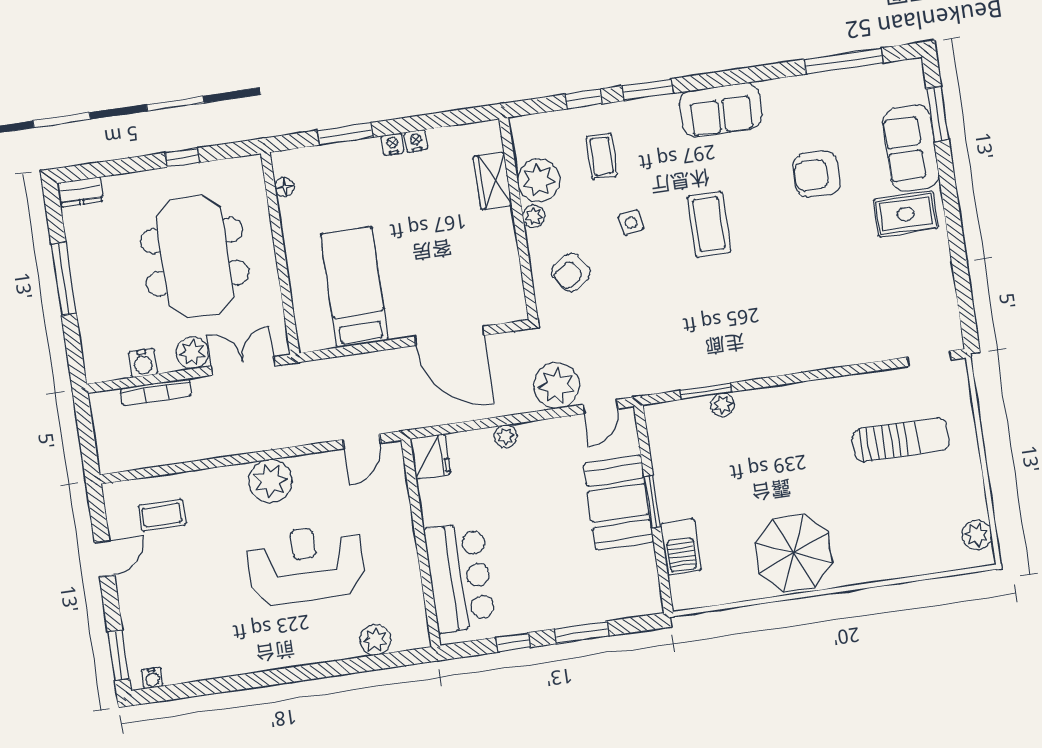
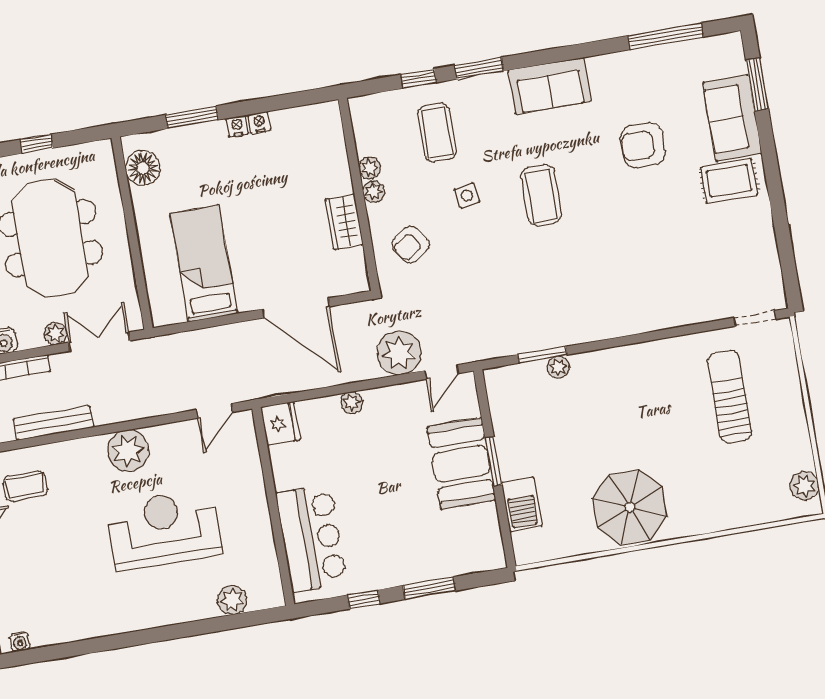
coffee table: (601, 156) -> (437, 133), width x1.36, depth x1.30
plant: (539, 180) -> (370, 168), width x0.53, depth x0.53
wardrobe: (493, 181) -> (344, 222), moved
floor lamp: (284, 187) -> (143, 168), width x1.89, depth x1.89
plant: (192, 353) -> (55, 334), width x0.73, depth x0.73
sun lounger: (901, 440) -> (730, 397), turned -90
bench: (193, 450) -> (54, 423), added

